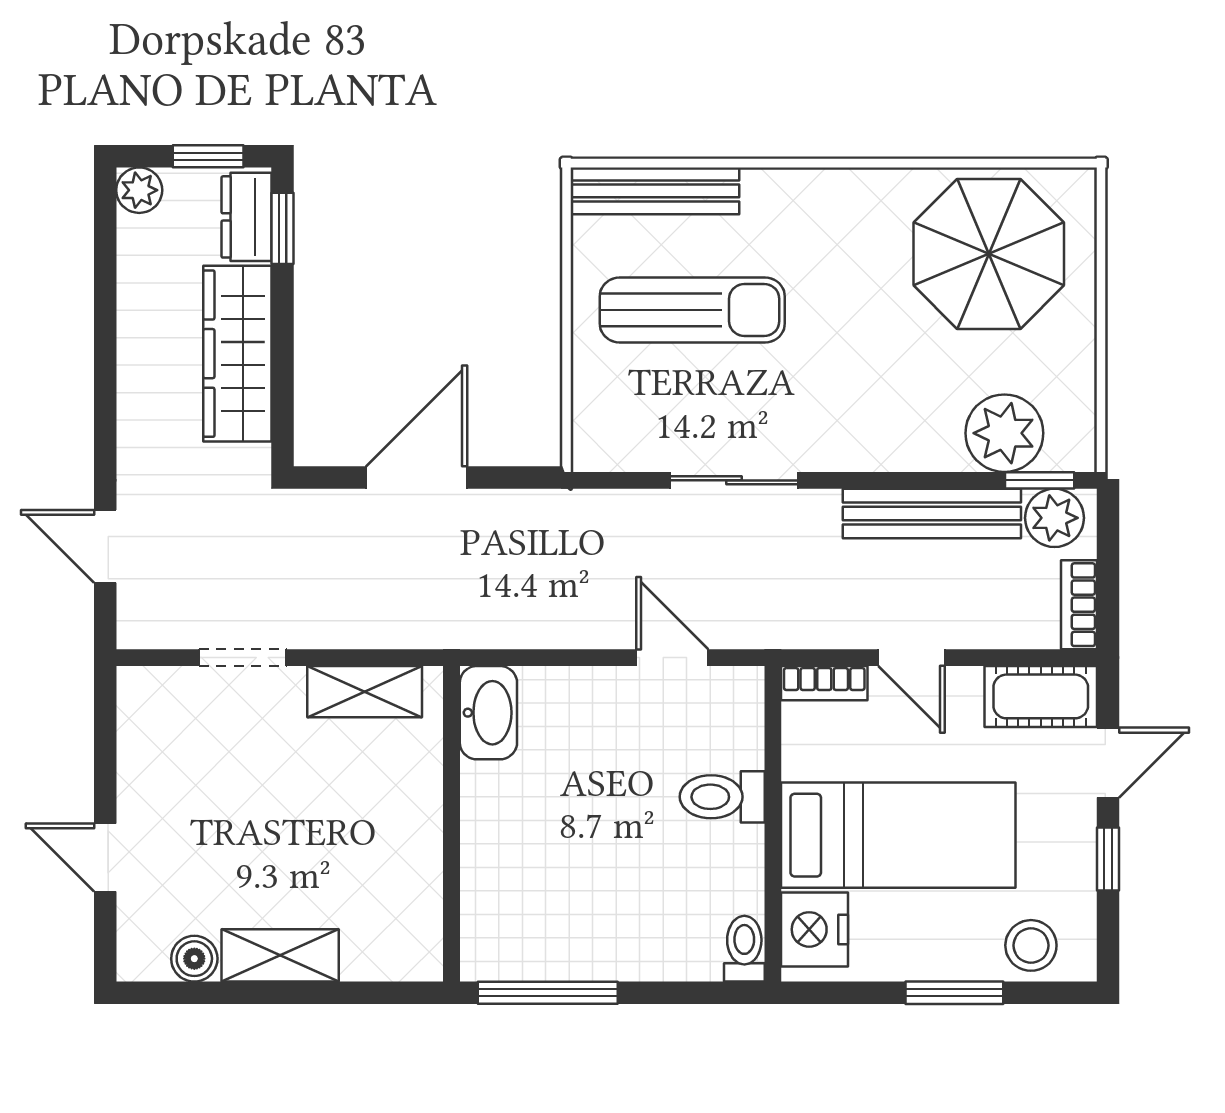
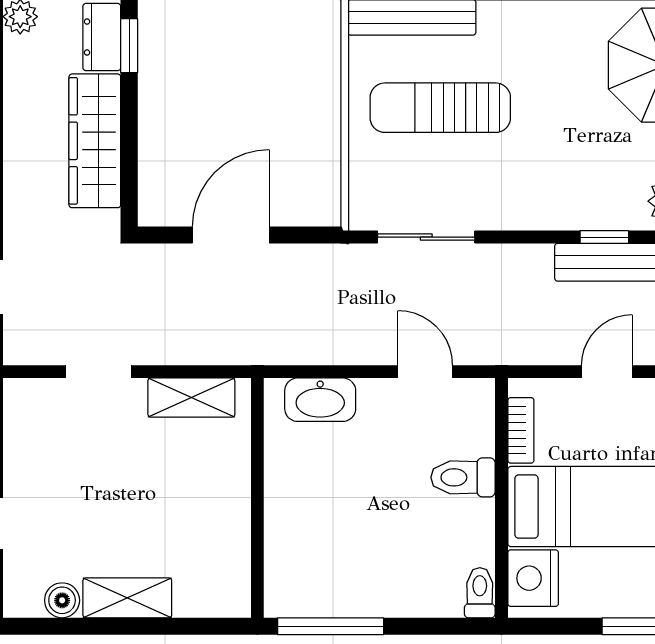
sun lounger: (692, 310) -> (440, 108), turned 180
sliding door: (734, 480) -> (426, 237), moved
window: (908, 480) -> (604, 237), added
door: (912, 658) -> (607, 372), swing flipped
bookcase: (824, 683) -> (521, 430), moved, turned -90
washbasin: (488, 713) -> (320, 400), moved, turned 90

